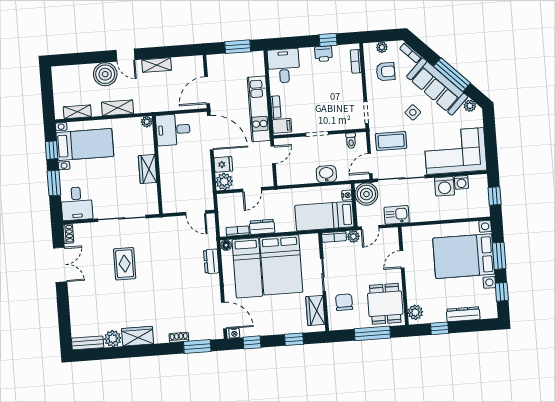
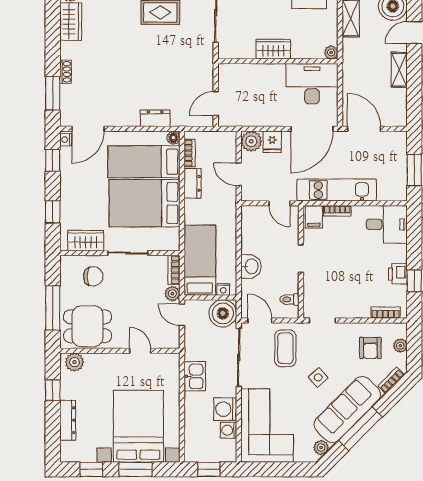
desk: (173, 130) -> (312, 84), width x1.37
kitchen sink: (397, 215) -> (195, 376), moved

